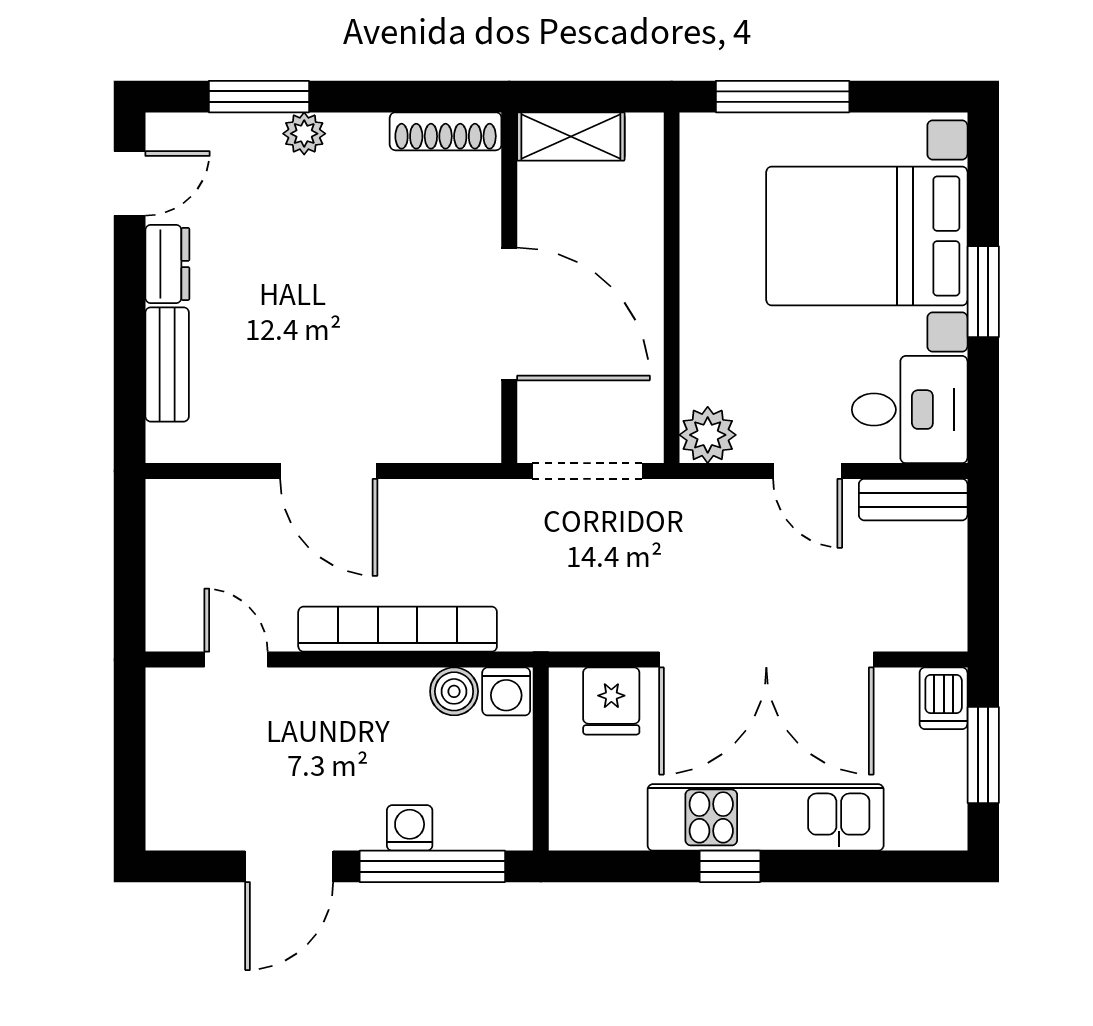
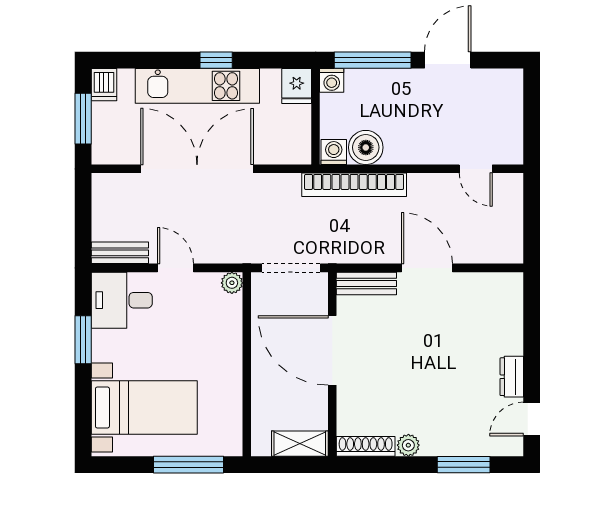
plant: (304, 134) -> (408, 445), moved
bed with nightstands: (867, 236) -> (144, 408), width x0.73
window: (983, 292) -> (83, 340), moved
bench: (167, 364) -> (366, 283), moved, turned 90
plant: (708, 435) -> (232, 283), width x0.73, depth x0.73
bookcase: (398, 629) -> (354, 185), moved
boiler: (454, 691) -> (366, 147), width x1.36, depth x1.36
dishwasher: (944, 698) -> (104, 85), moved, turned 180
fridge: (611, 701) -> (297, 86), moved, turned 180
washing machine: (410, 828) -> (332, 80), moved

